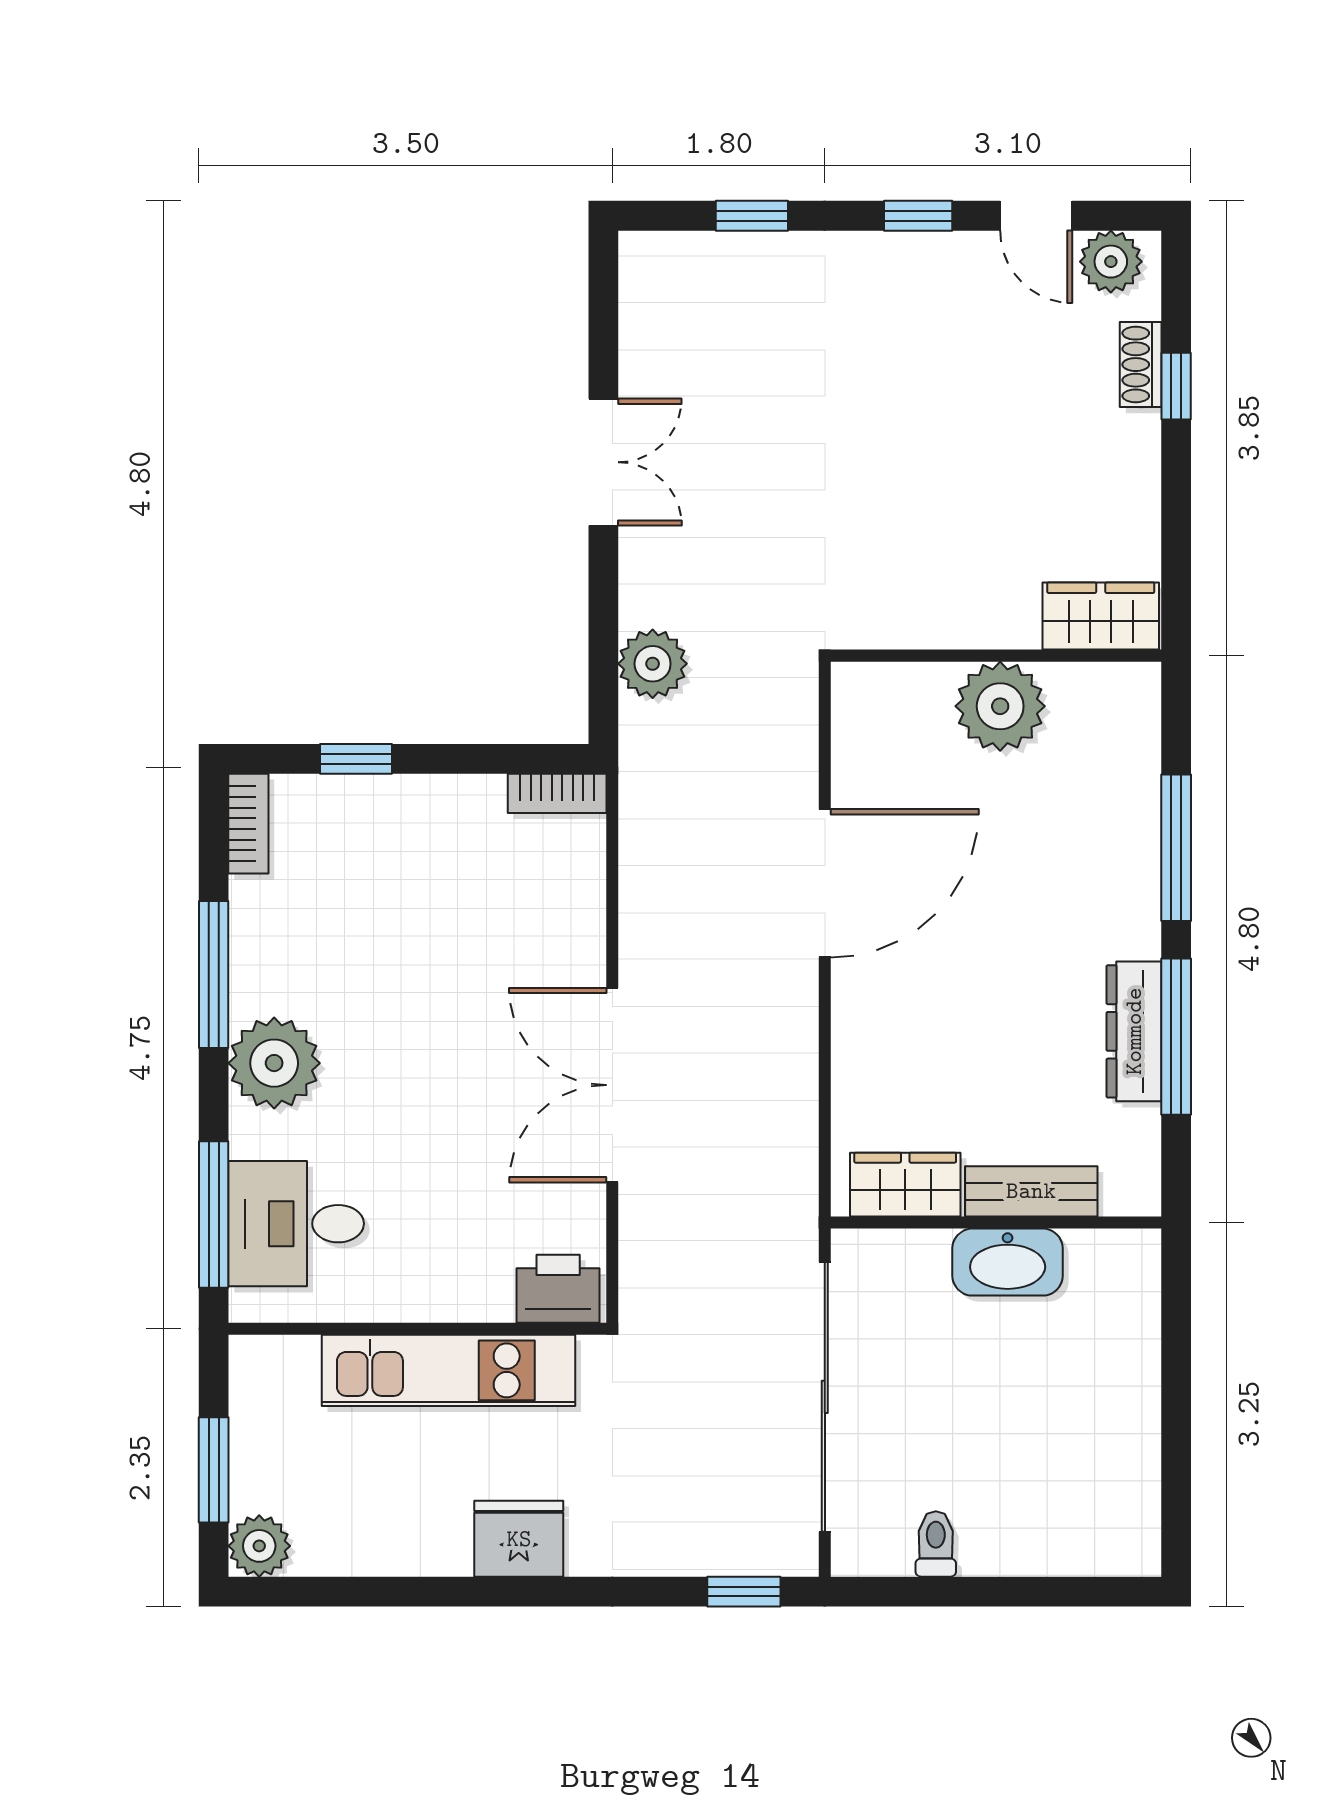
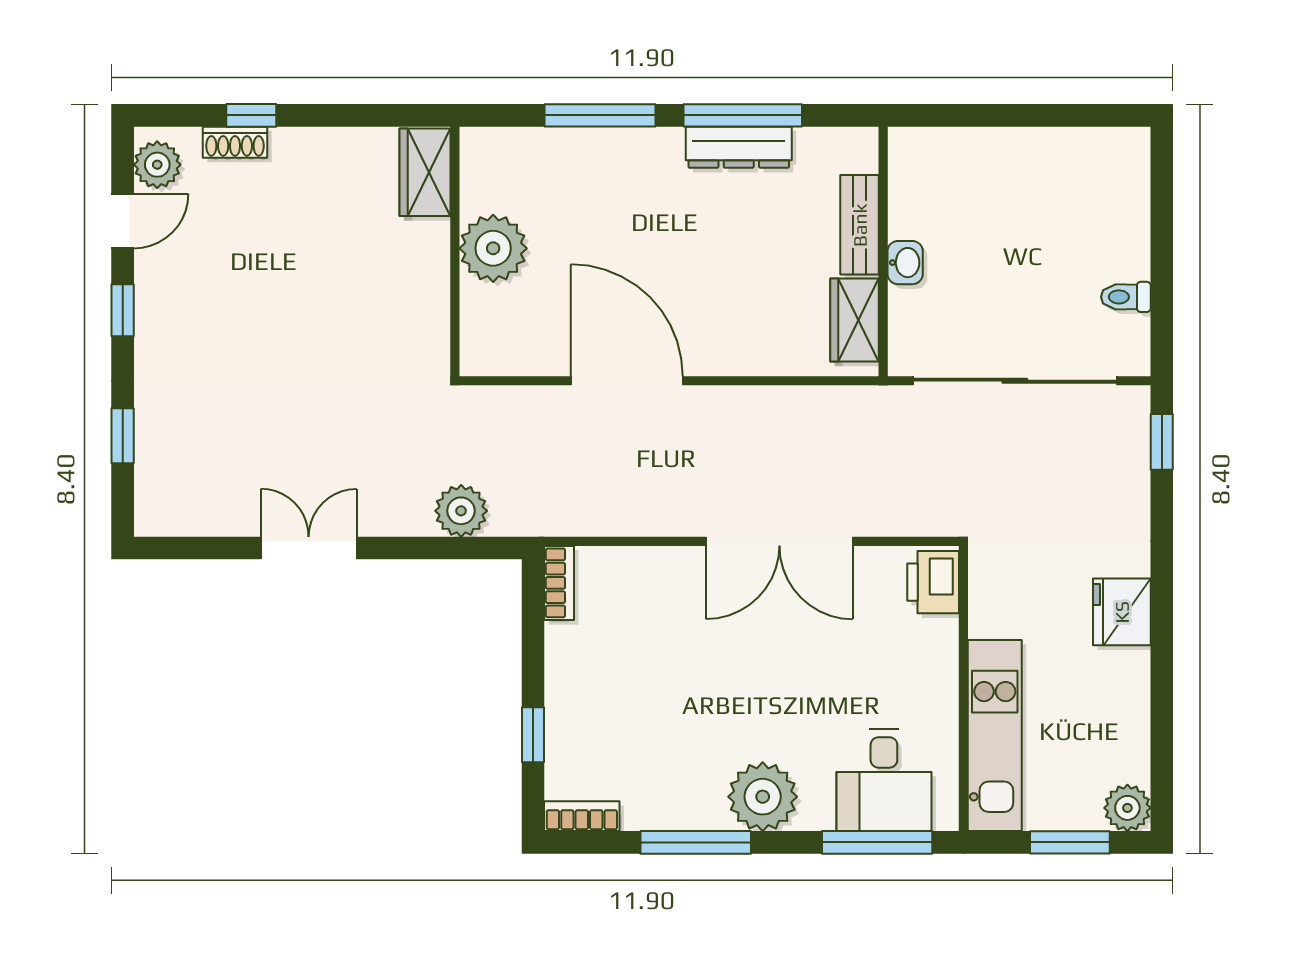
washbasin: (1008, 1262) -> (905, 263), width x0.52, depth x0.69
kitchen unit: (448, 1370) -> (995, 736), moved

